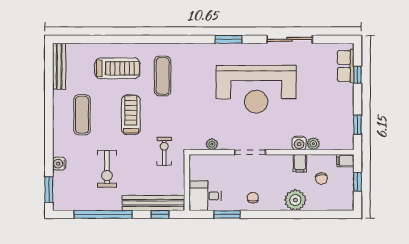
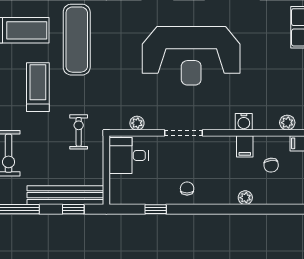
exercise mat: (163, 76) -> (77, 40), width x1.36, depth x1.45
plant: (313, 144) -> (287, 123), moved
desk: (205, 196) -> (129, 155), moved
plant: (295, 200) -> (245, 198), width x0.53, depth x0.53
window: (227, 214) -> (156, 209), width x0.67

